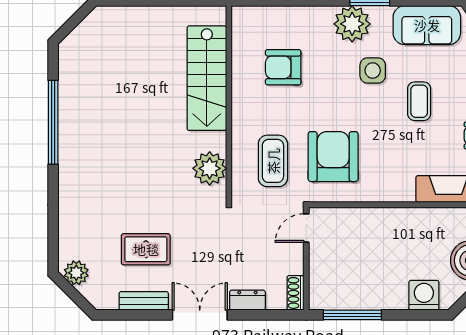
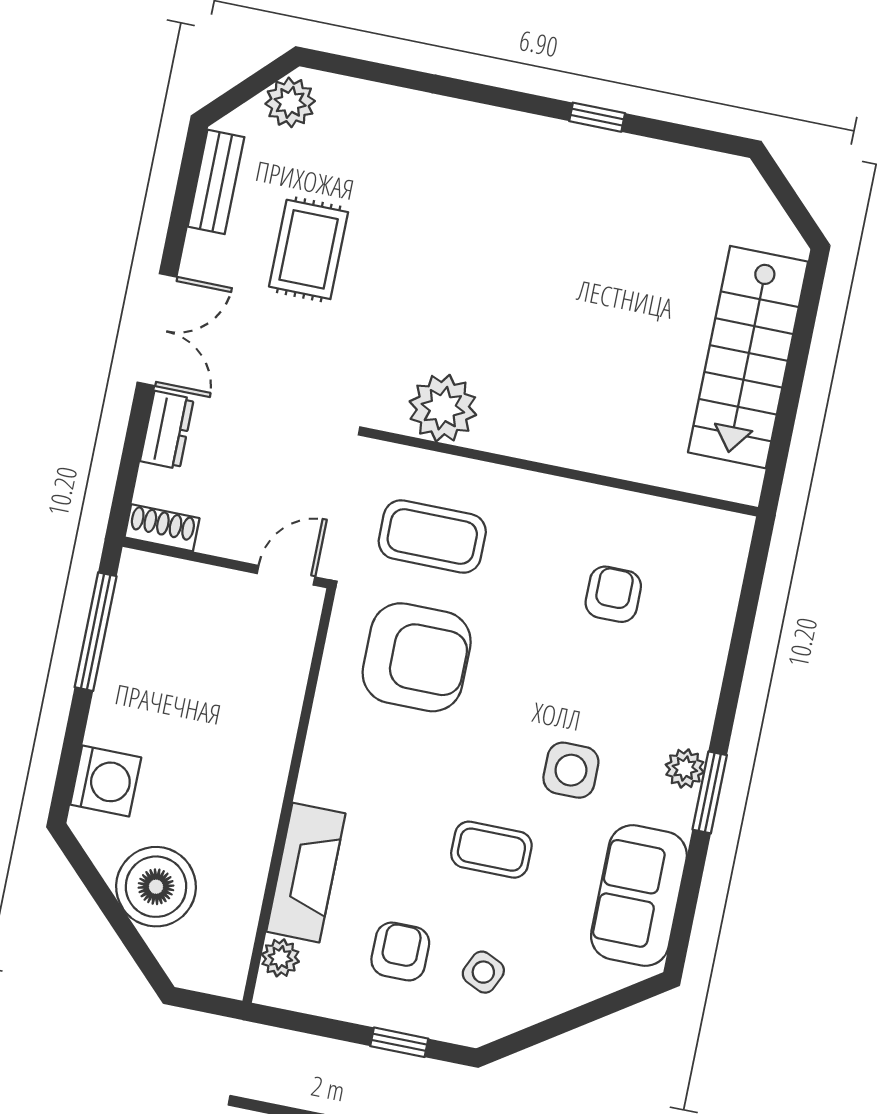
plant: (352, 24) -> (685, 768), width x0.53, depth x0.53
armchair: (283, 67) -> (613, 594), width x0.72, depth x0.72
stairs: (207, 78) -> (748, 357), moved, turned -90
window: (53, 122) -> (597, 117), width x0.32
door: (306, 228) -> (286, 575), hinge flipped
bench: (144, 301) -> (216, 182), moved

